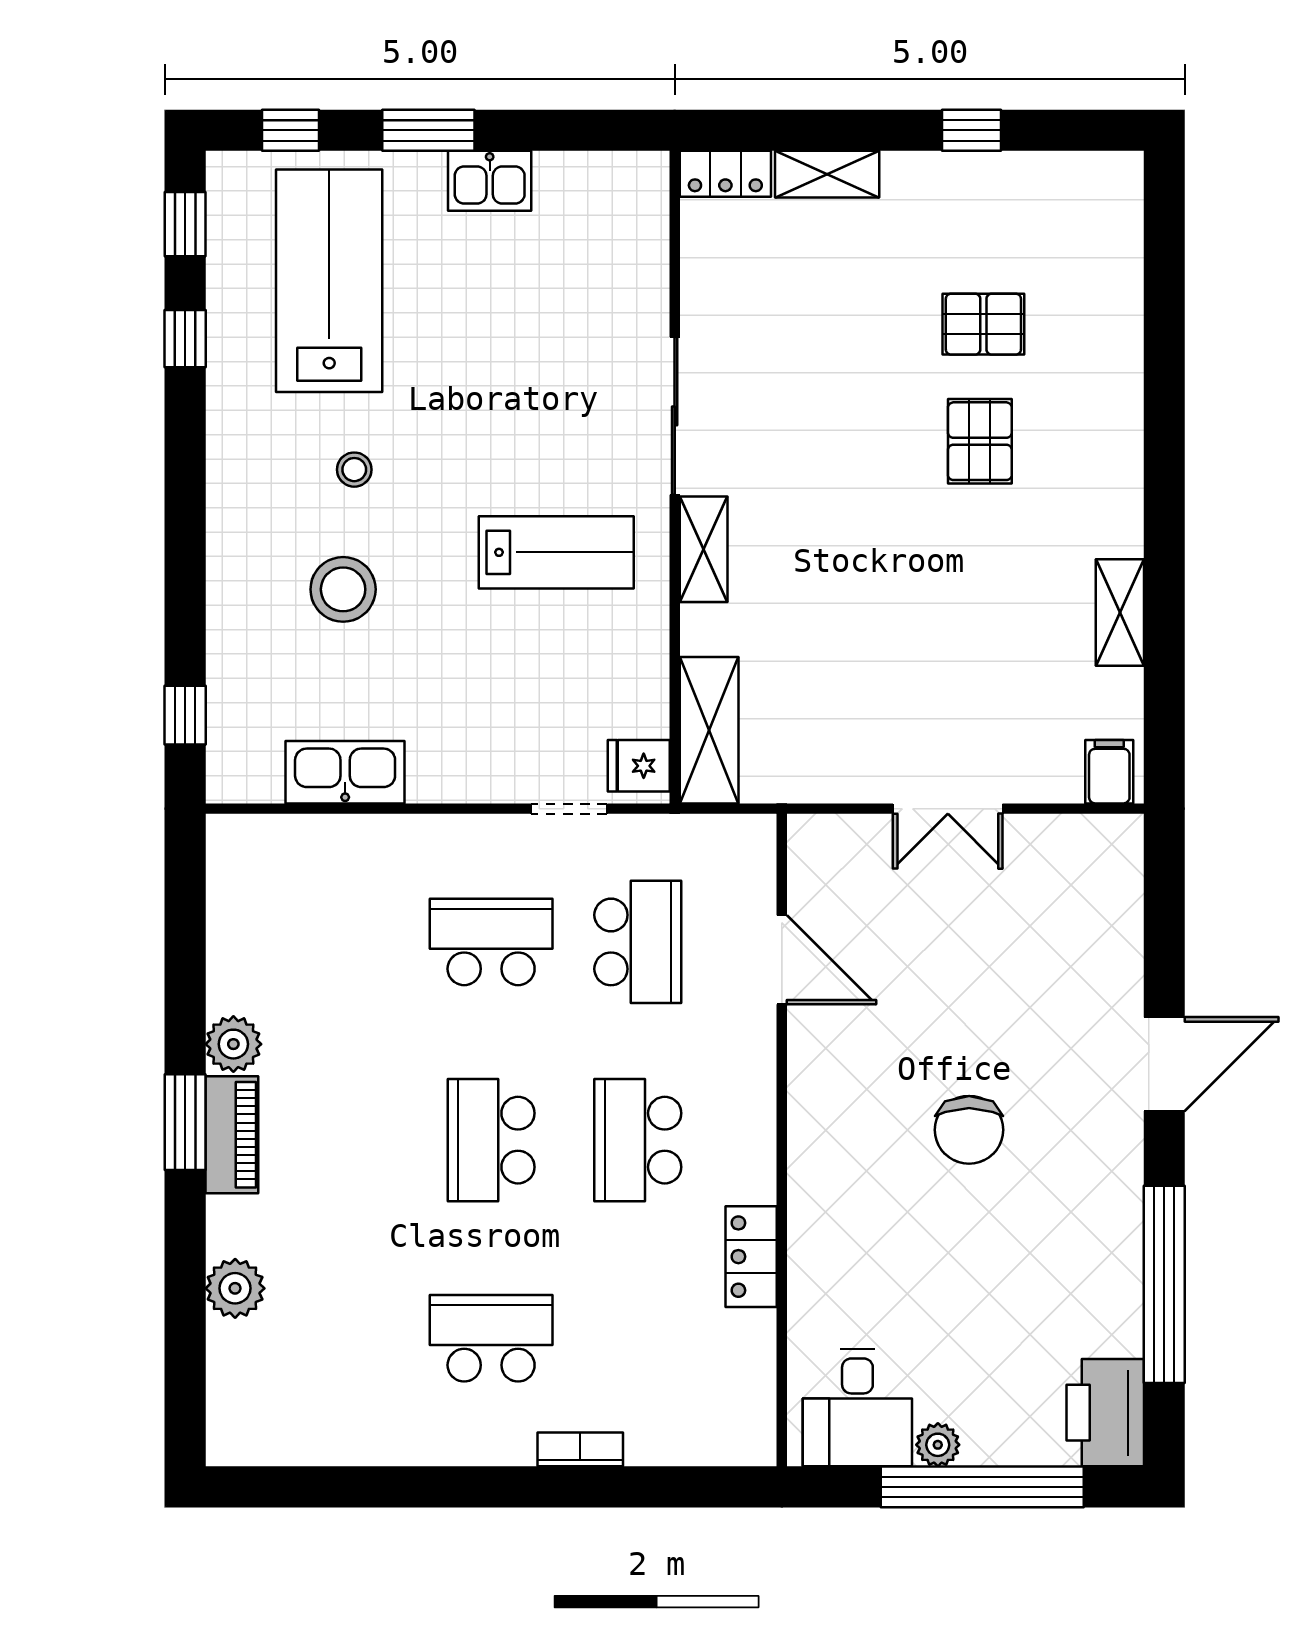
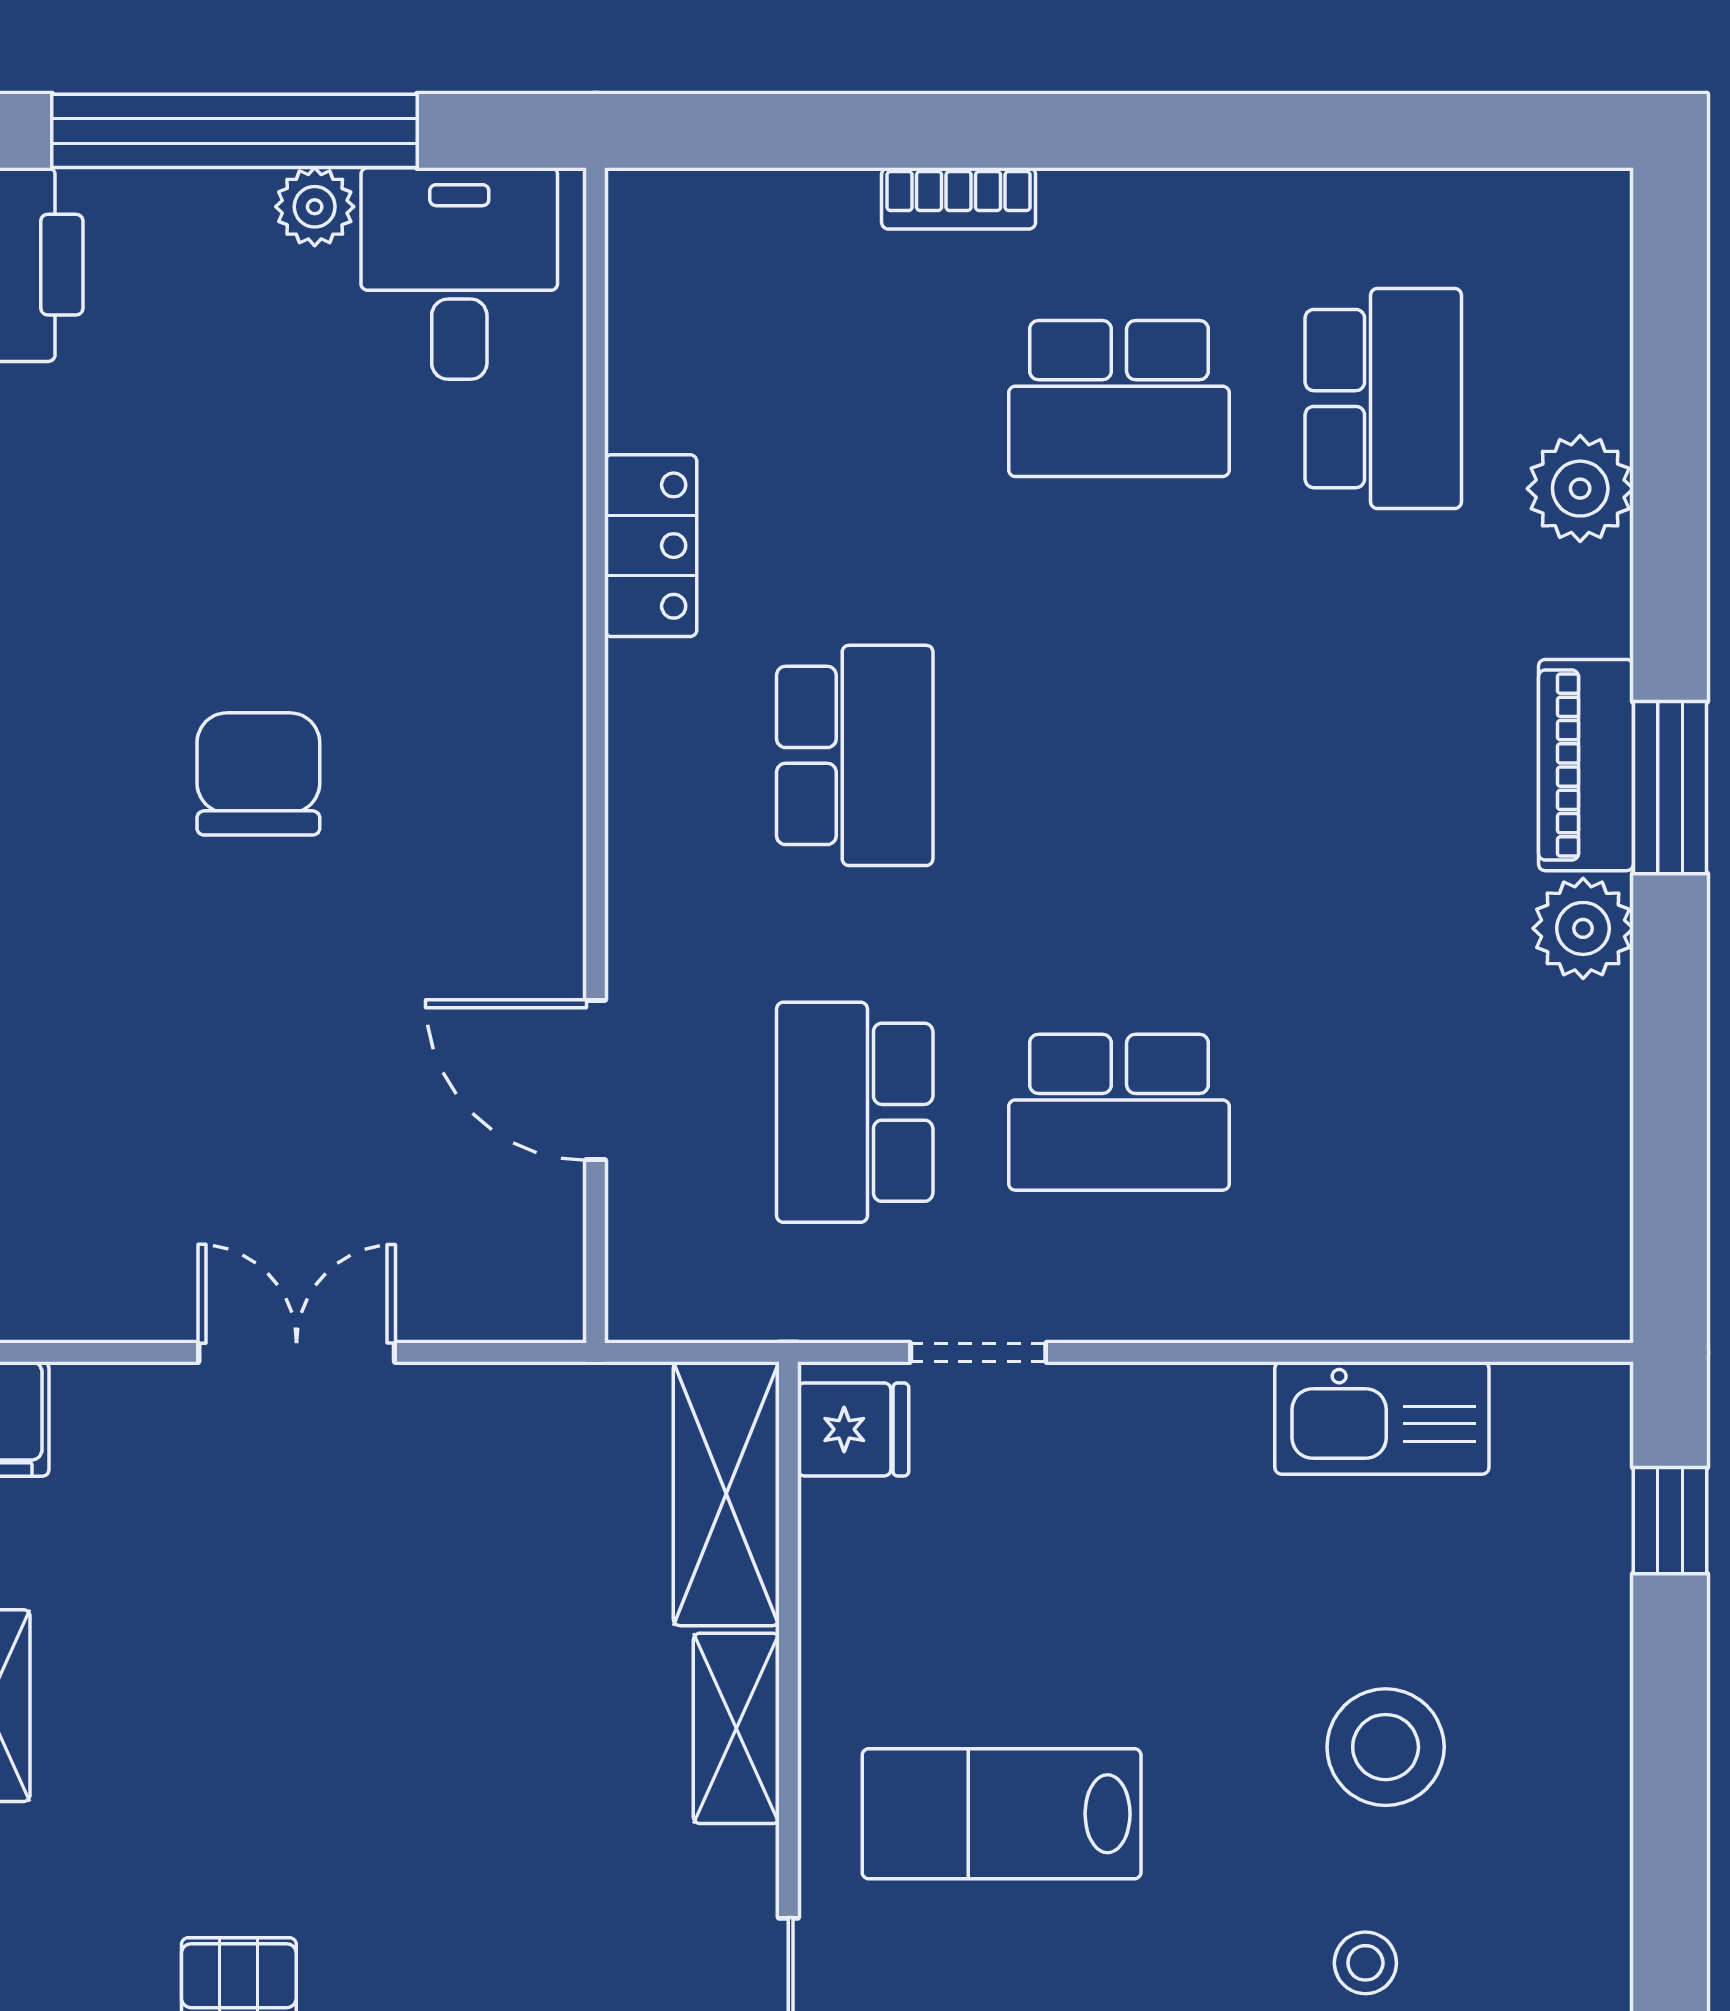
shelving: (704, 549) -> (736, 1728), moved
school desk: (491, 1140) -> (1383, 399), moved

